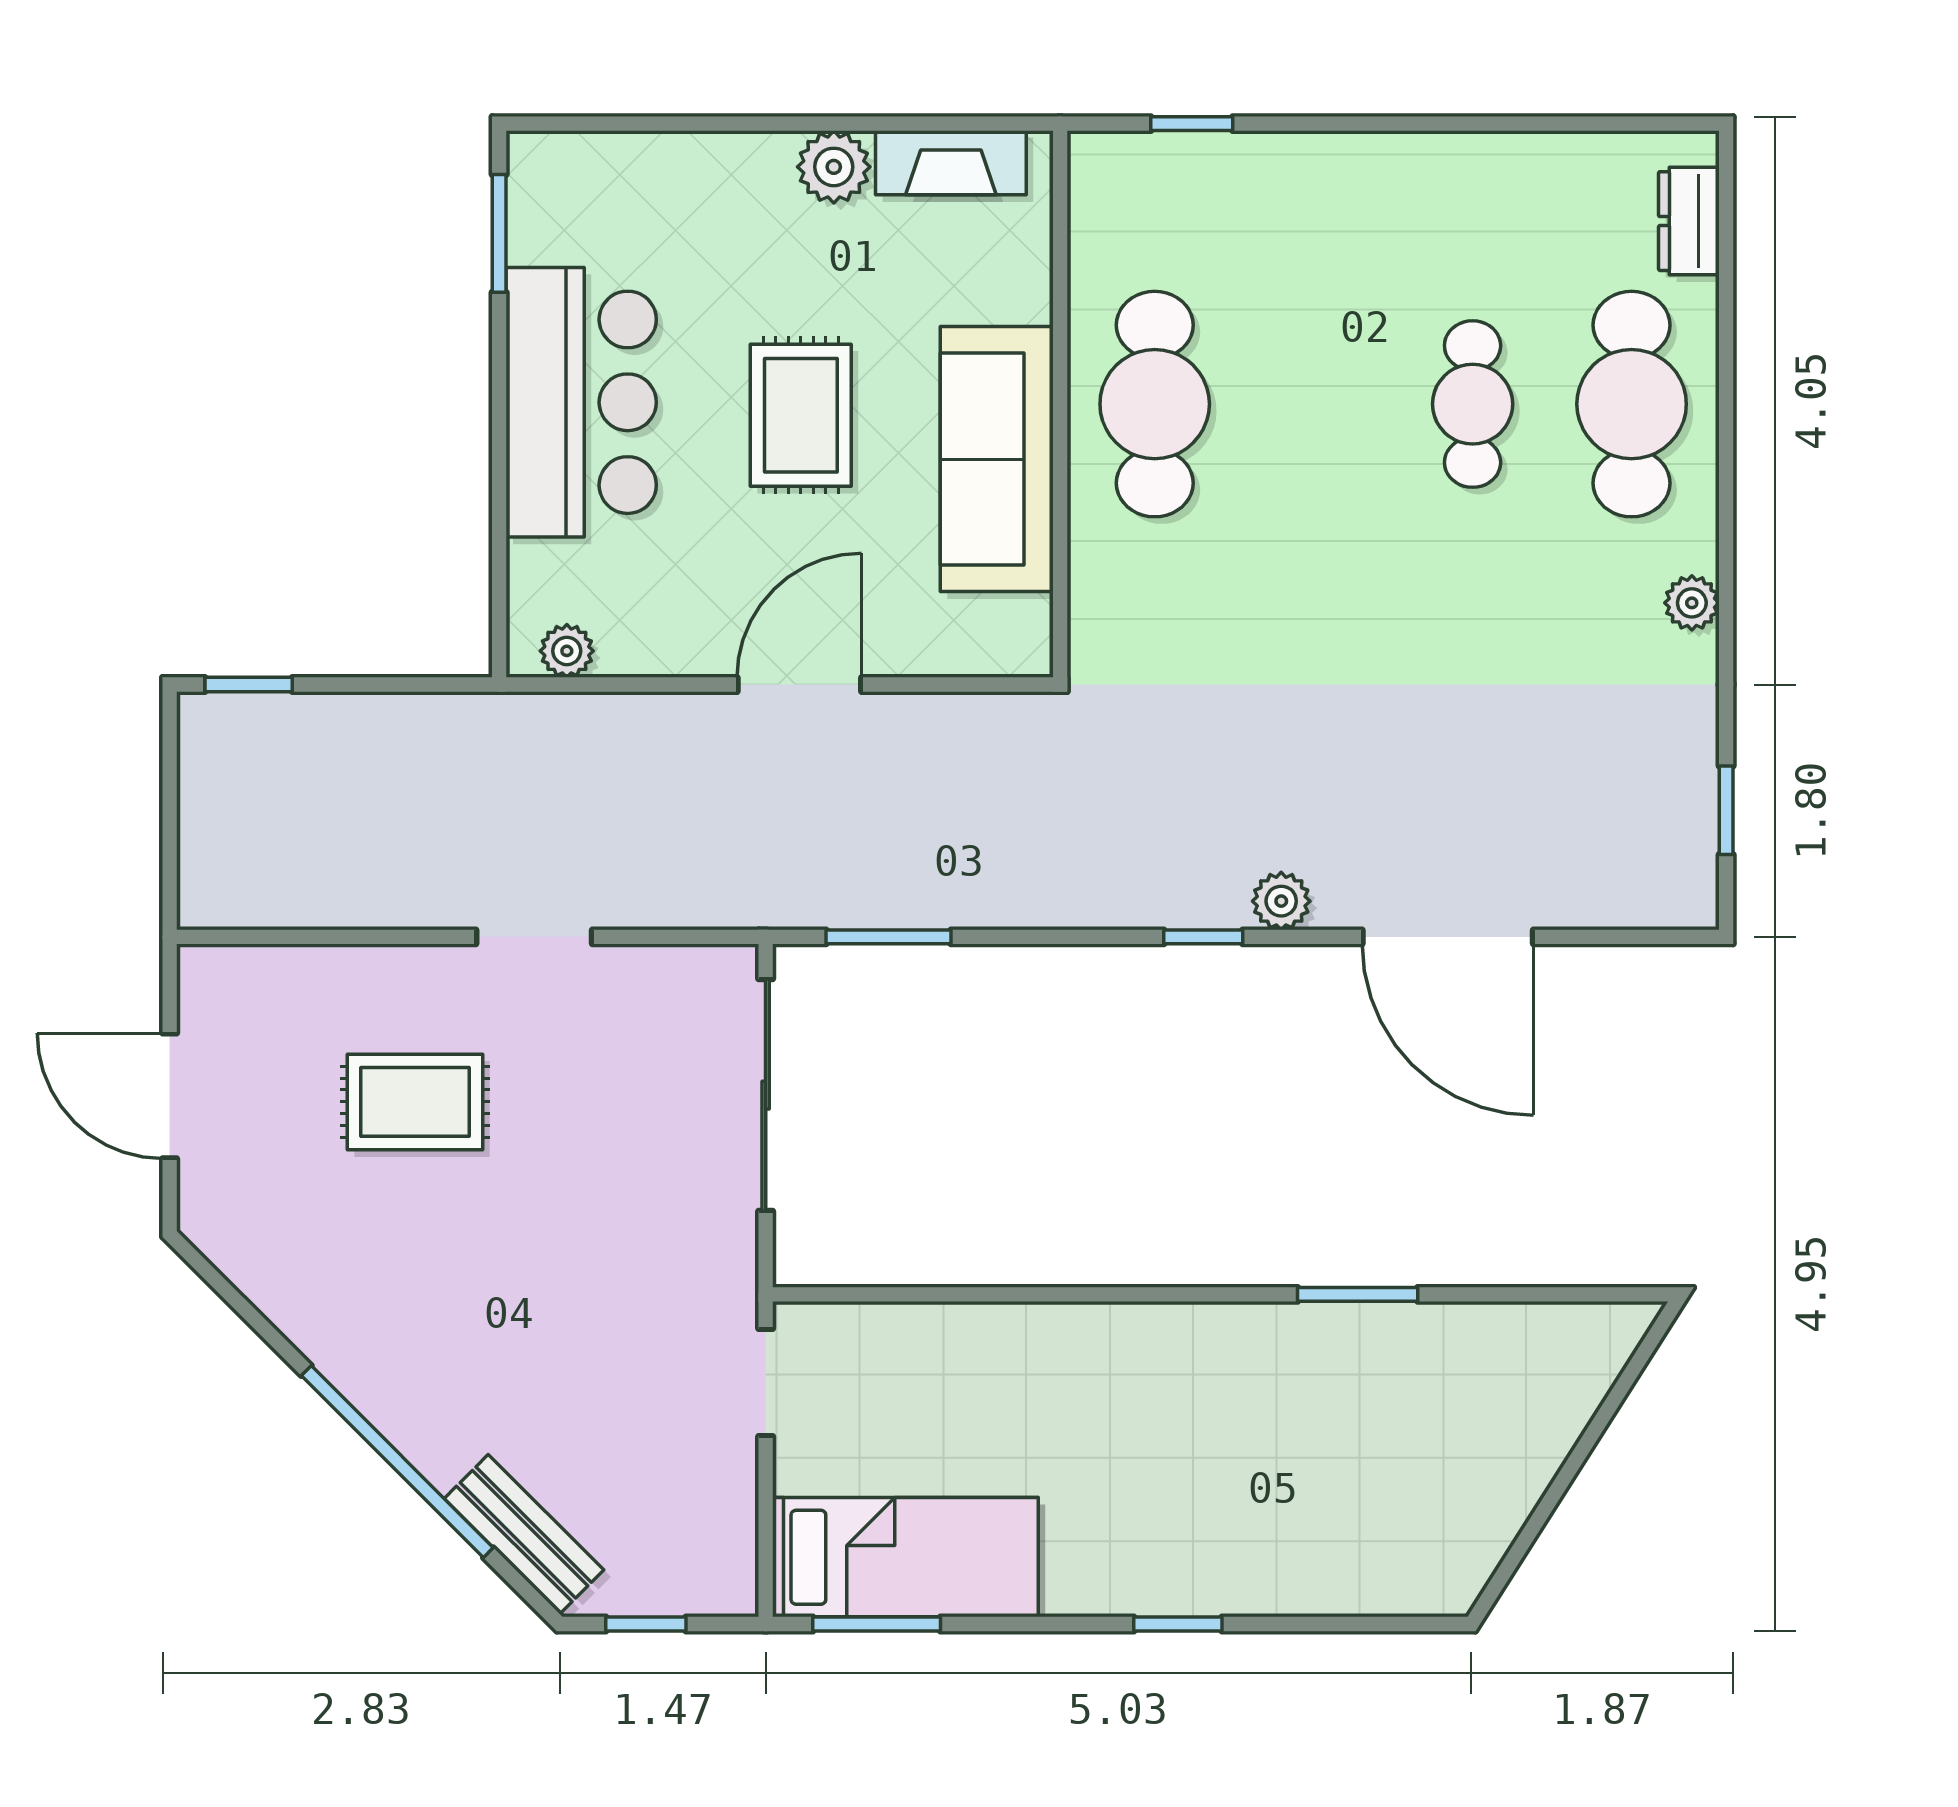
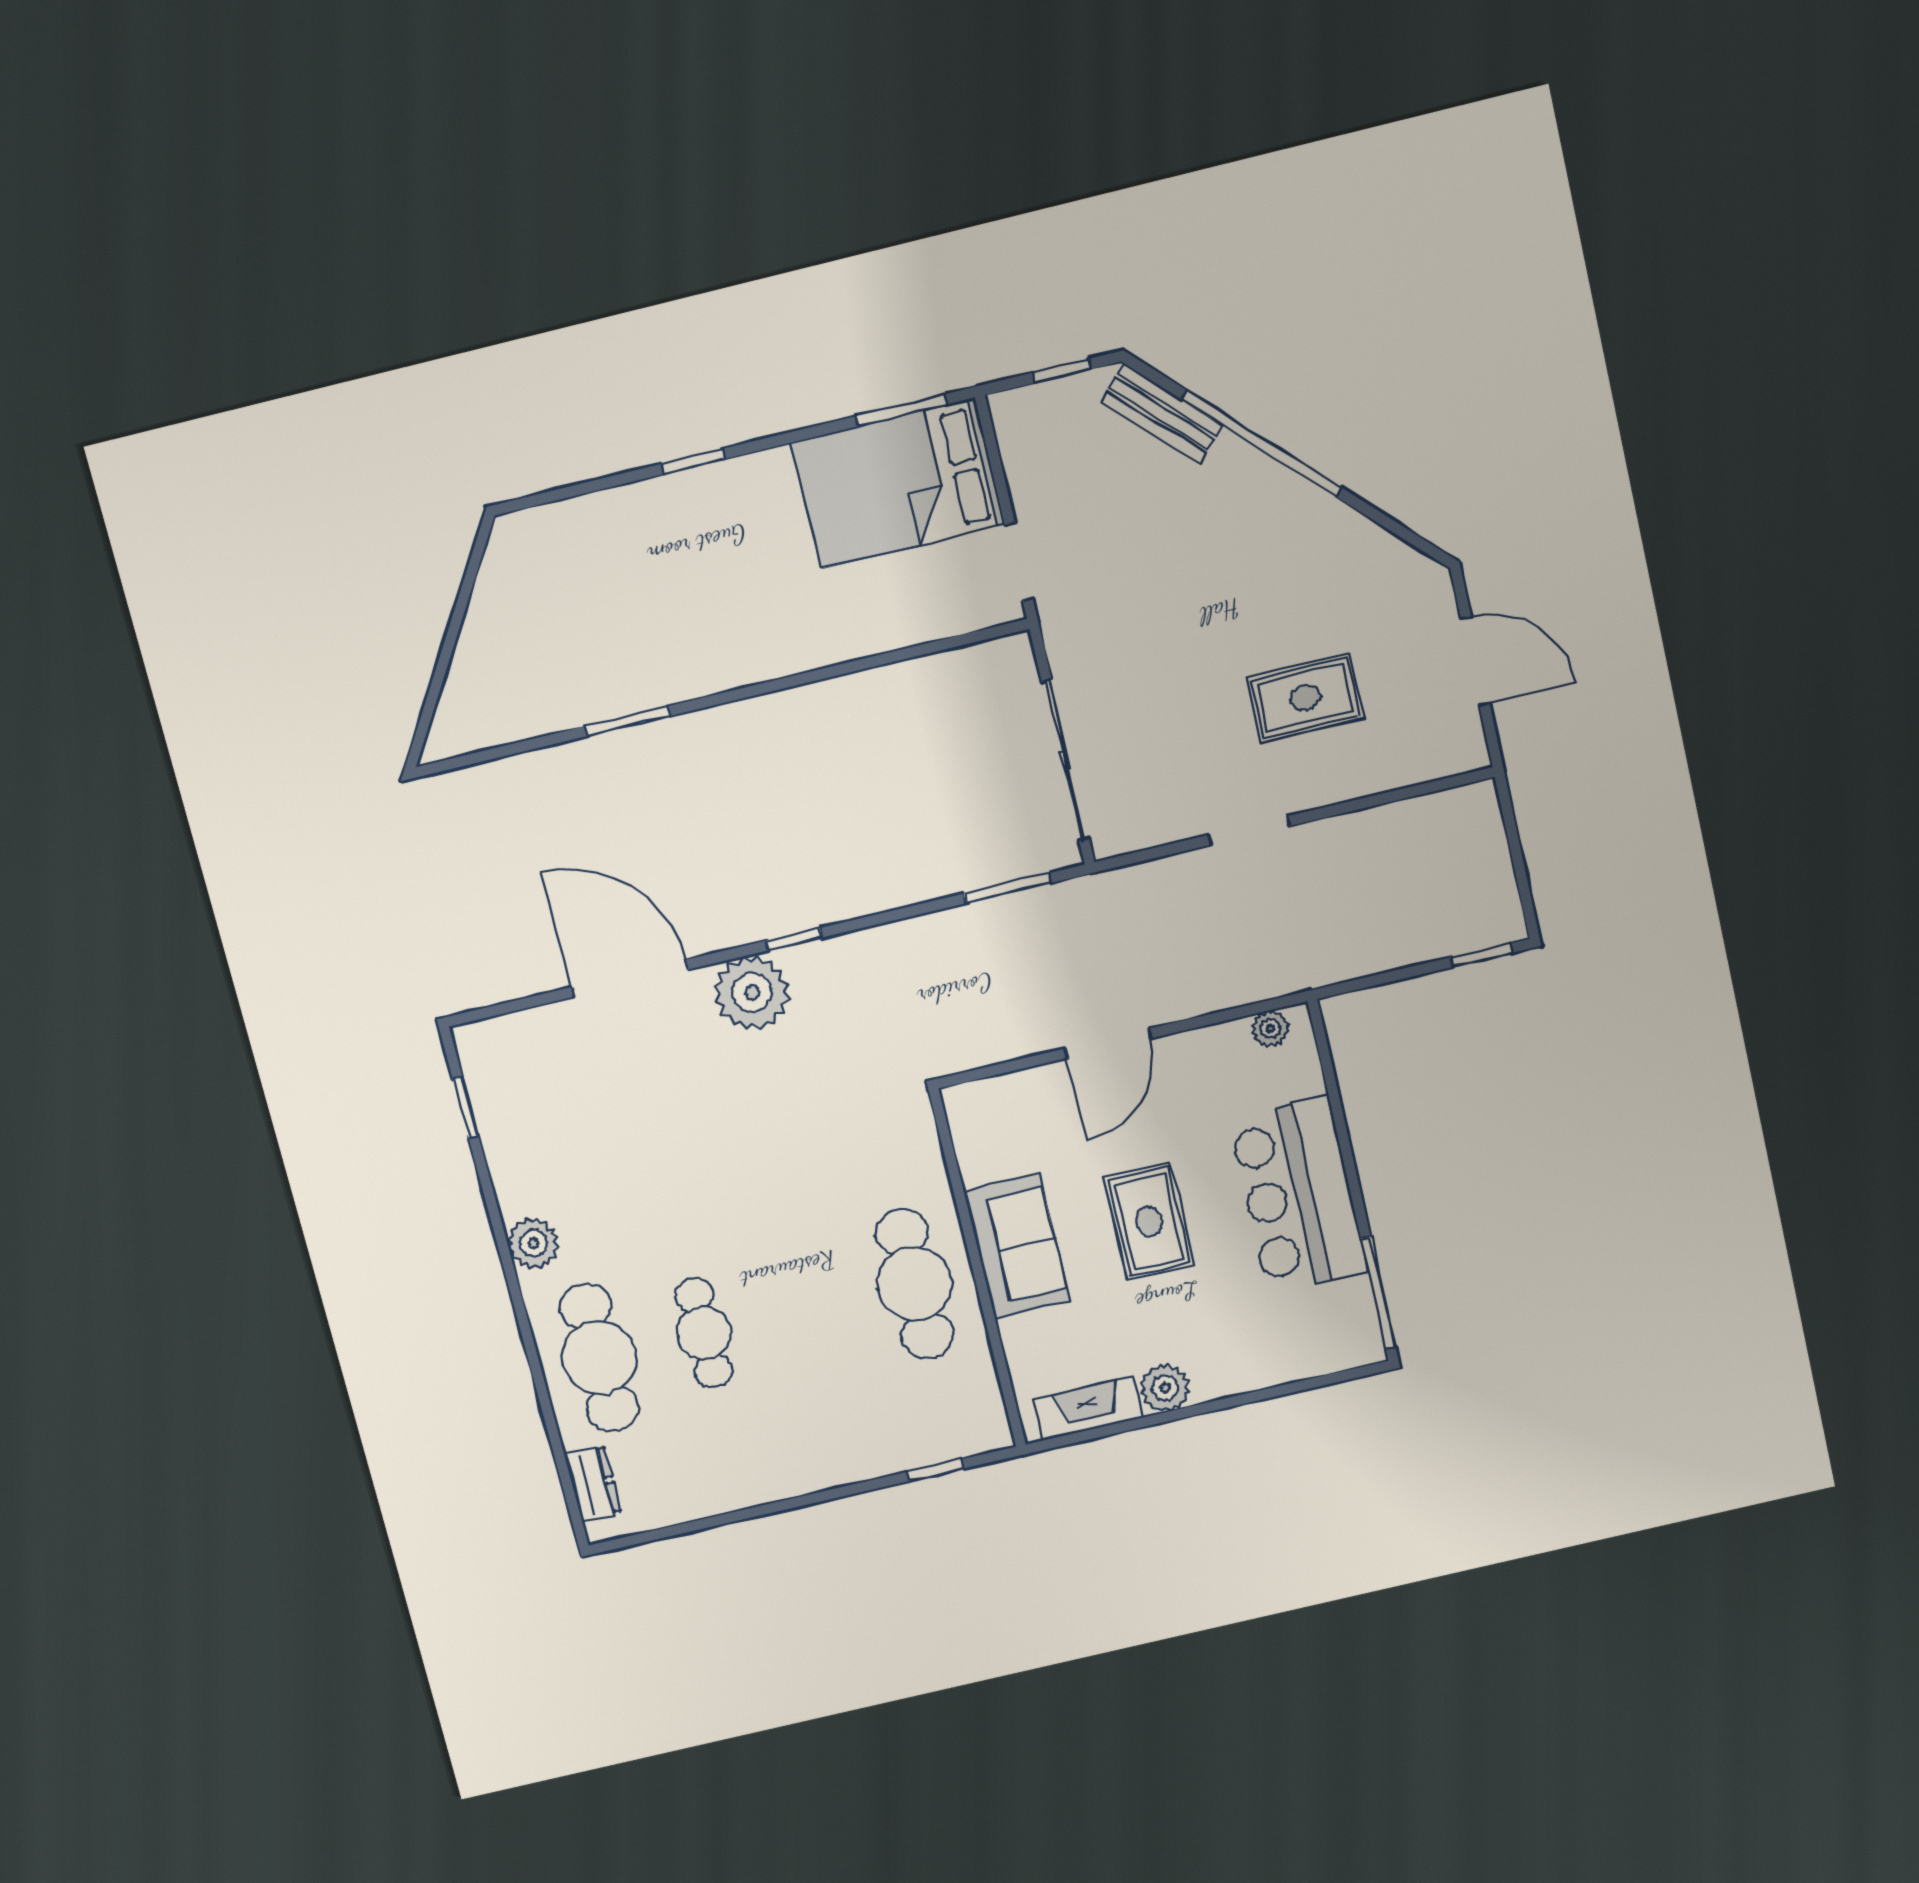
window: (499, 233) -> (1378, 1293), width x1.44
sofa: (997, 459) -> (1017, 1246), width x0.73
plant: (1692, 603) -> (533, 1243), width x1.38, depth x1.38
plant: (1281, 901) -> (752, 993), width x1.88, depth x1.88
bed: (905, 1557) -> (898, 483), width x1.50

